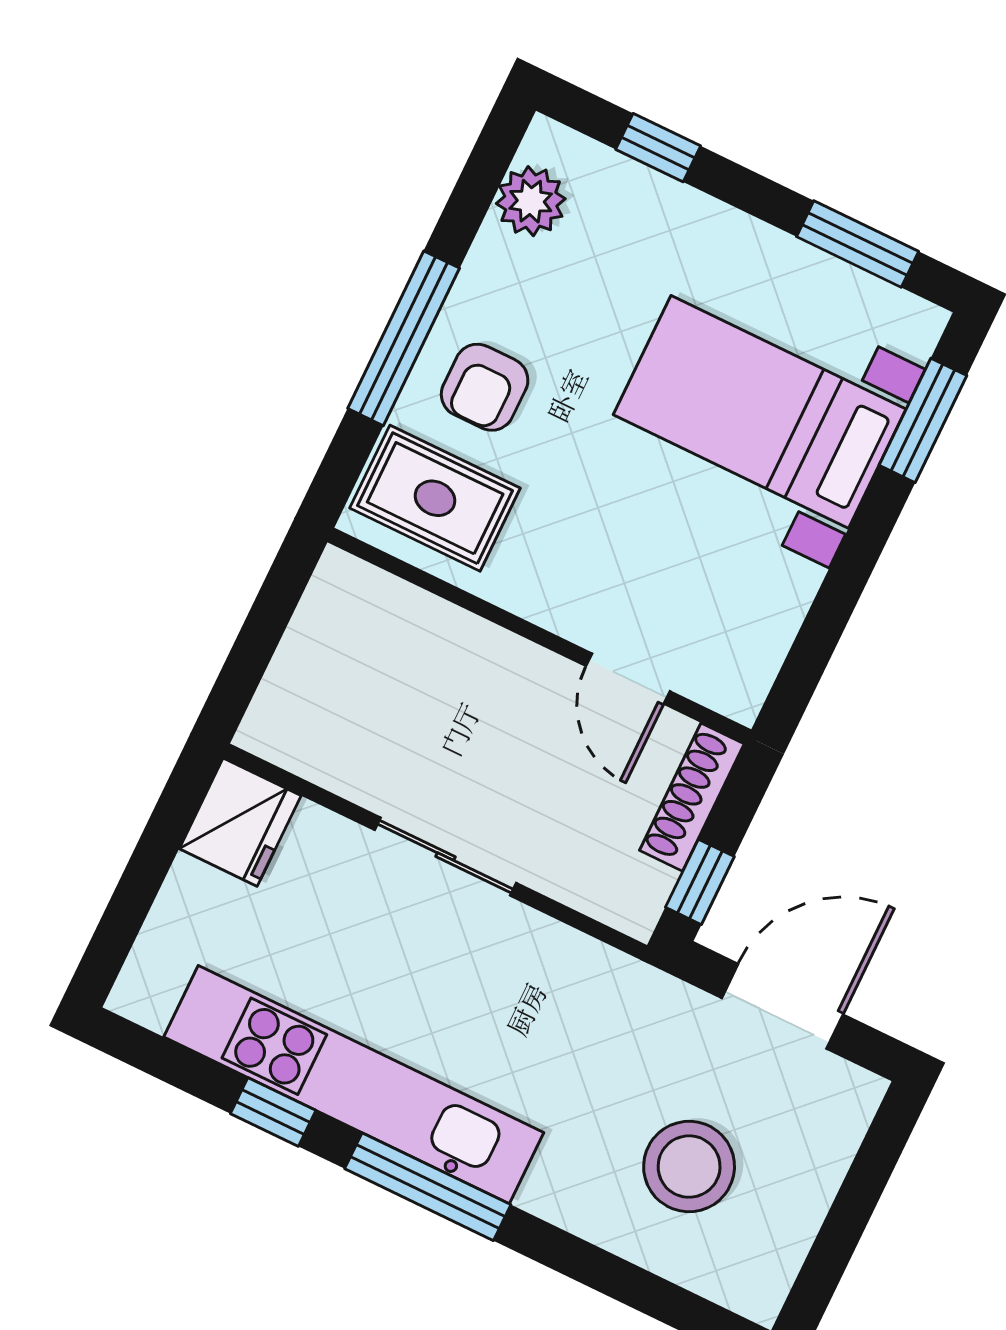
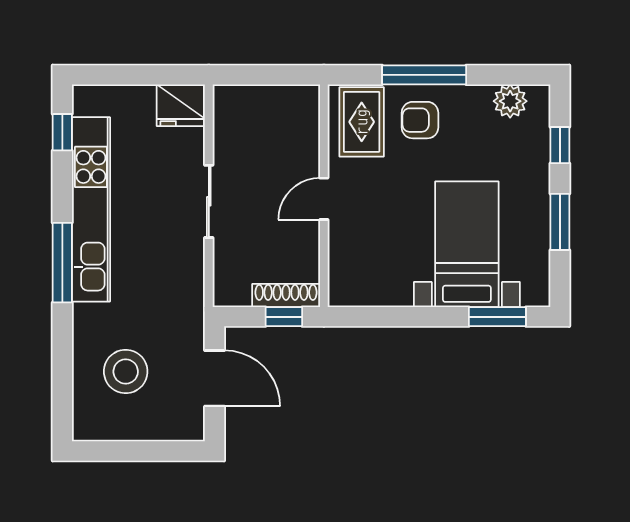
window: (857, 244) -> (560, 222), moved
door: (628, 679) -> (324, 199), moved
window: (700, 882) -> (284, 317), moved
window: (273, 1112) -> (62, 132), moved

